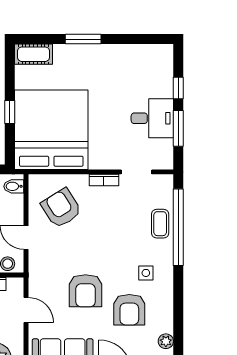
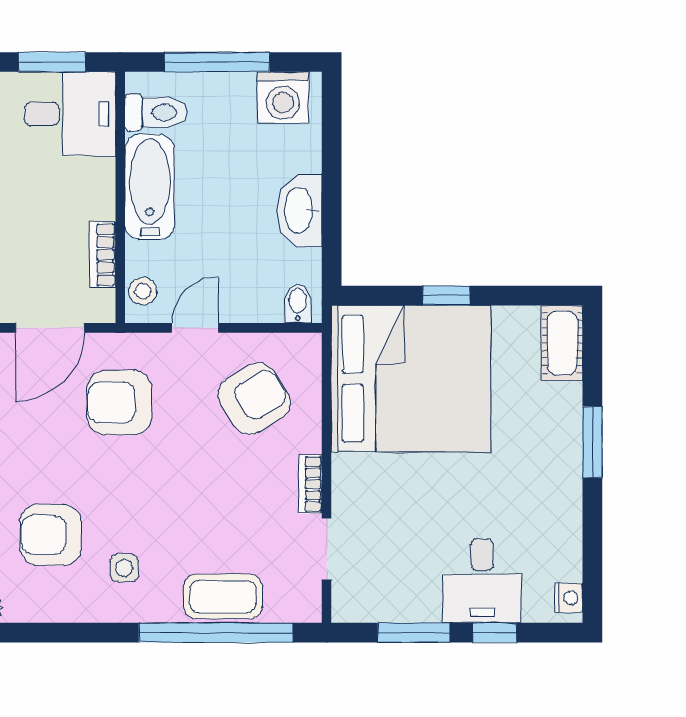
nightstand: (161, 51) -> (569, 598), added
desk: (152, 118) -> (482, 581), moved
coffee table: (160, 224) -> (223, 596), width x1.36, depth x1.30
armchair: (85, 291) -> (119, 403), moved
door: (26, 310) -> (50, 328), width x1.38

